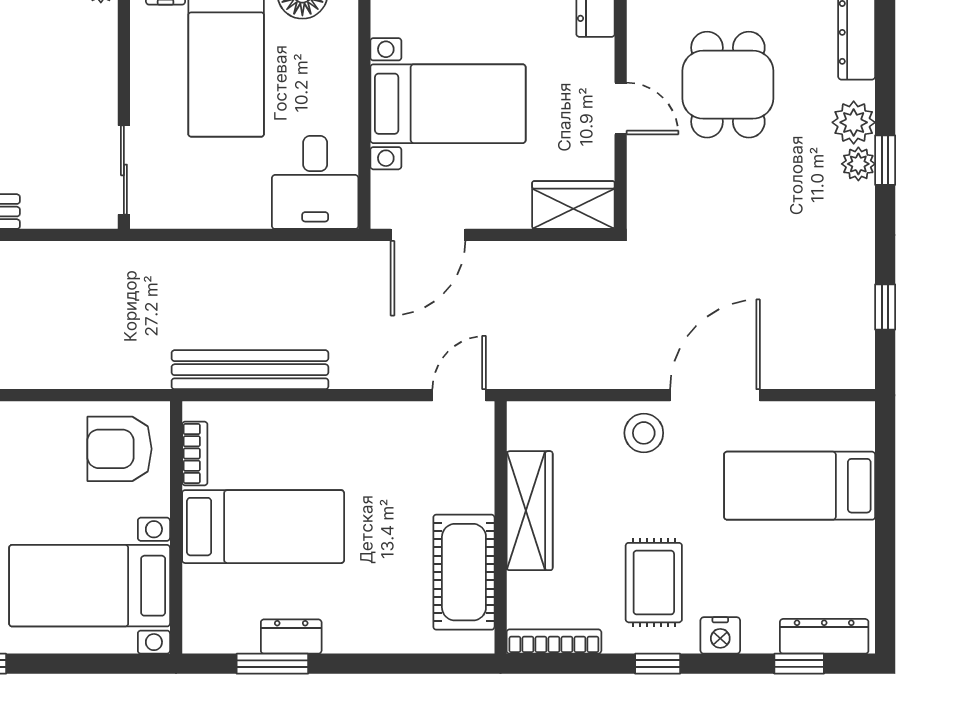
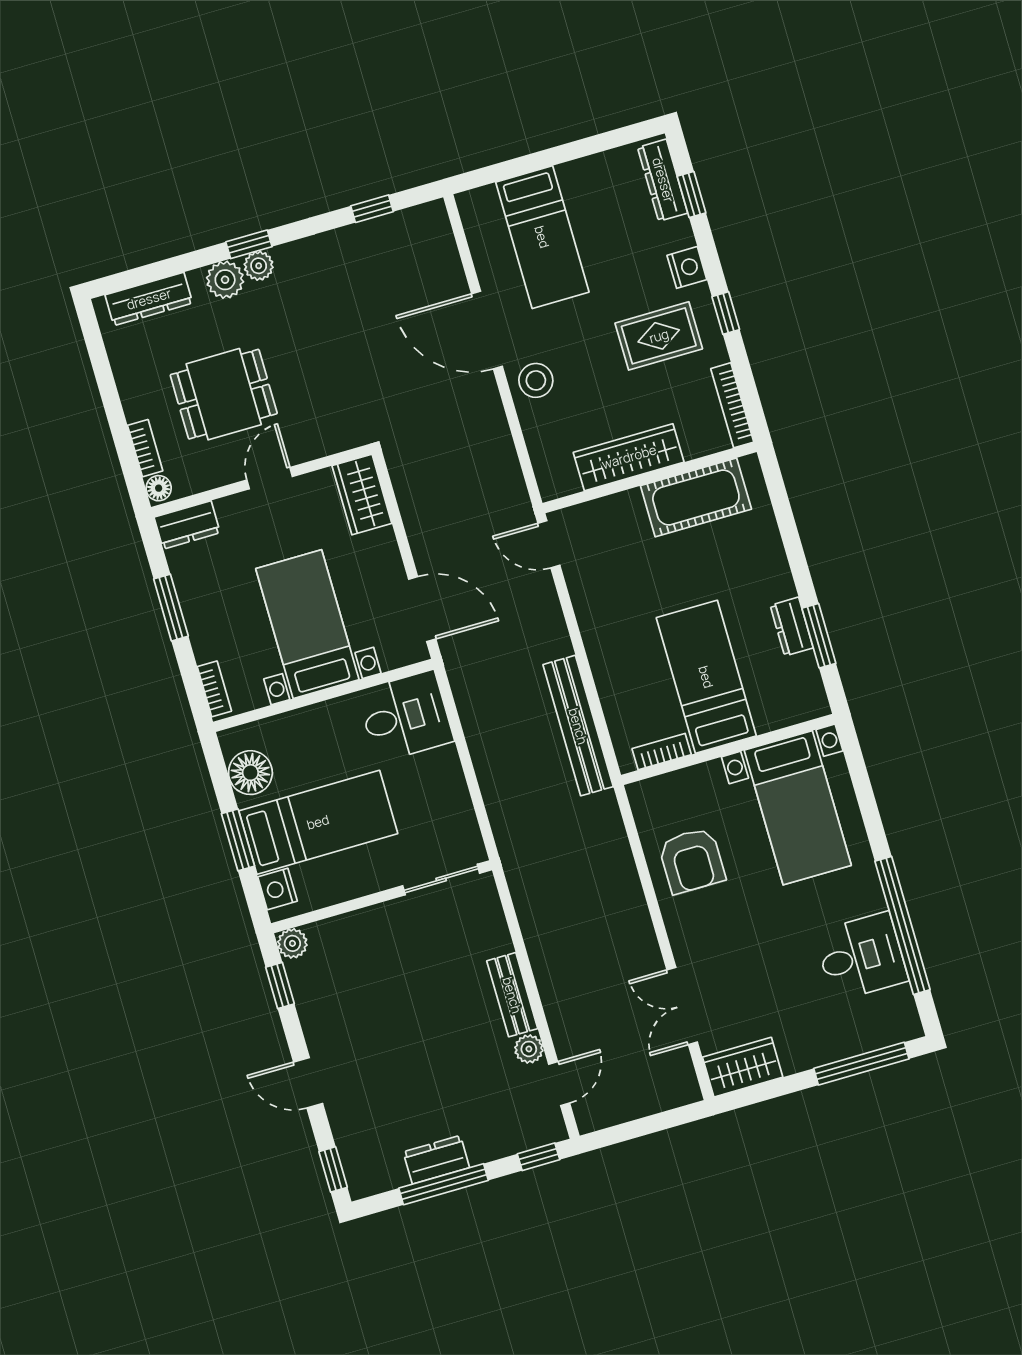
armchair: (119, 449) -> (692, 861), moved

